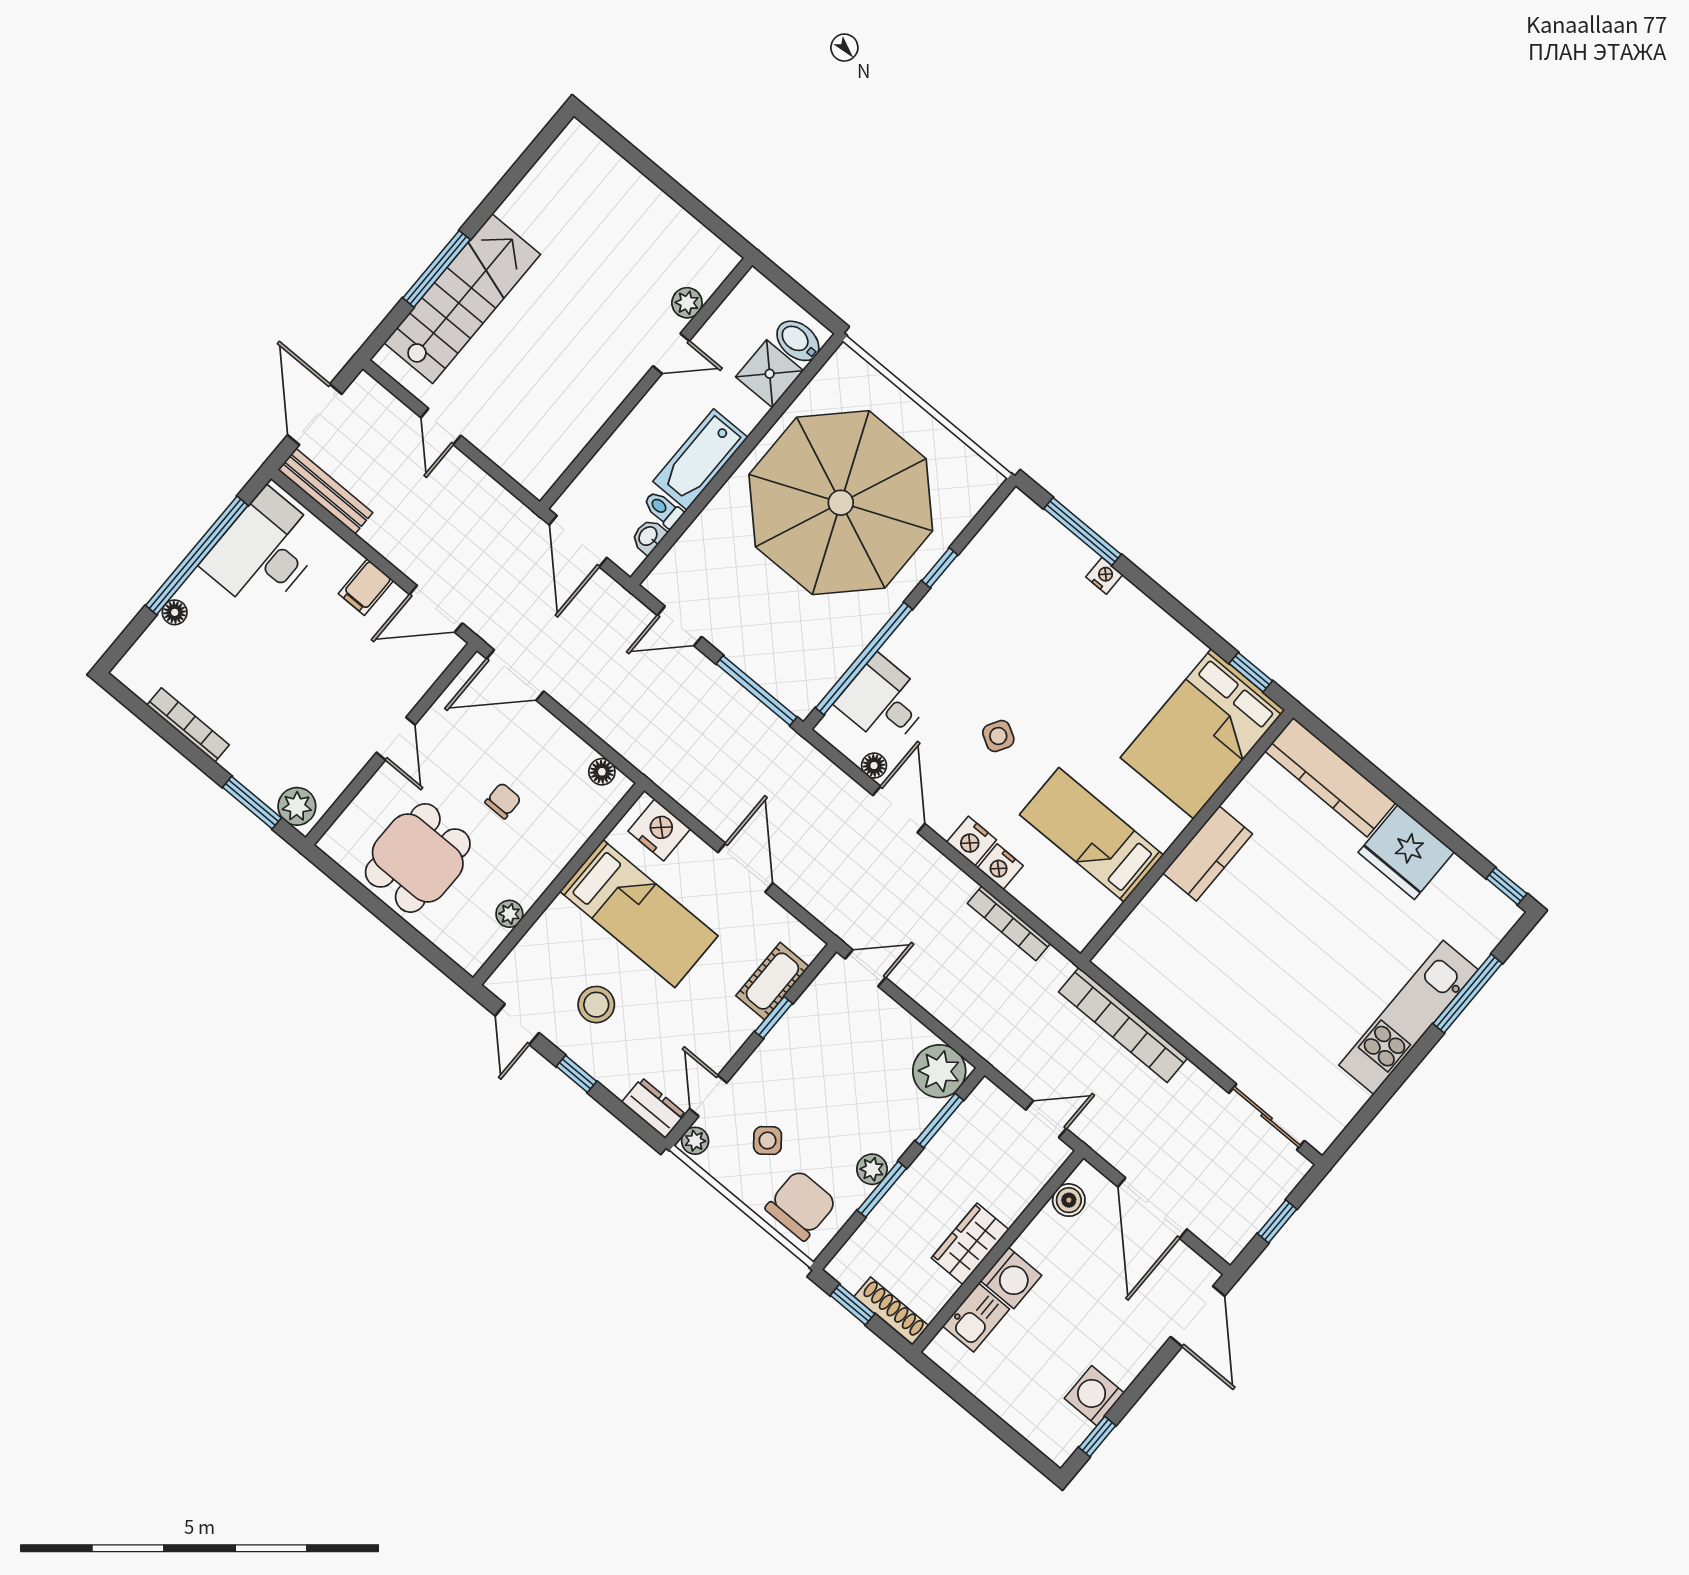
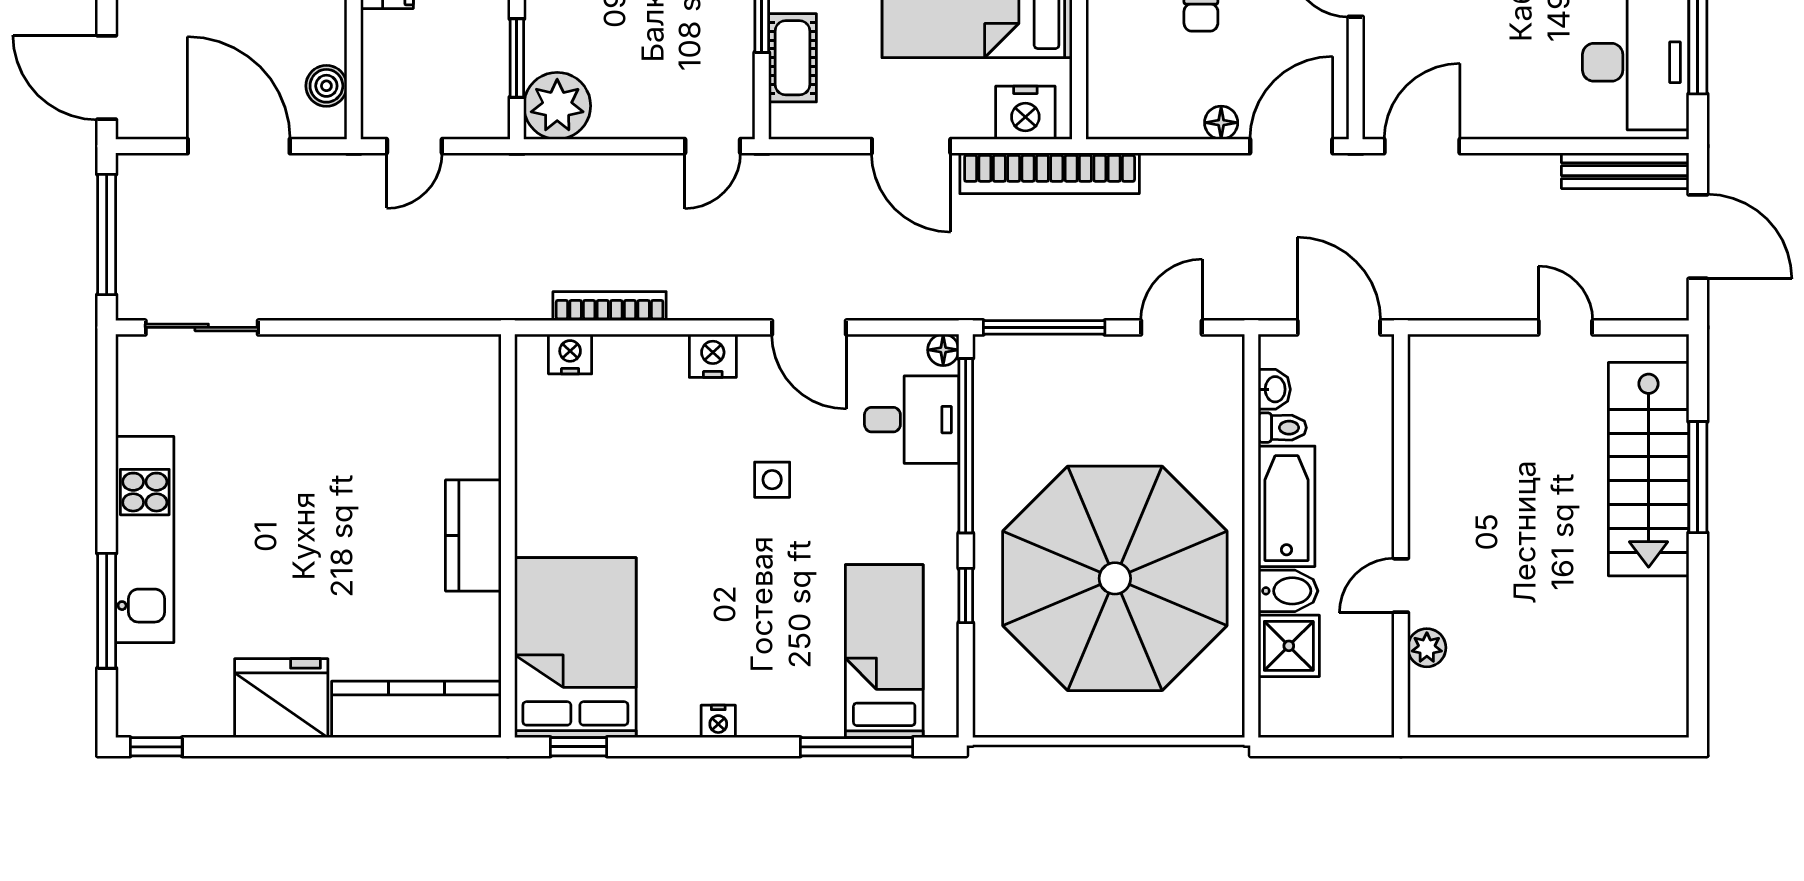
bidet: (798, 341) -> (1288, 591), moved
nightstand: (1104, 576) -> (718, 721), moved
filing cabinet: (366, 587) -> (1508, 110), removed
side table: (998, 736) -> (772, 480), turned -30
floor lamp: (874, 766) -> (943, 350), moved
floor lamp: (602, 772) -> (1221, 123), moved
bed: (1092, 835) -> (884, 651), moved, turned -90
nightstand: (1000, 867) -> (570, 354), moved
bookcase: (1123, 1025) -> (1050, 173), moved, turned 180
window: (1277, 1221) -> (107, 235), width x2.17

